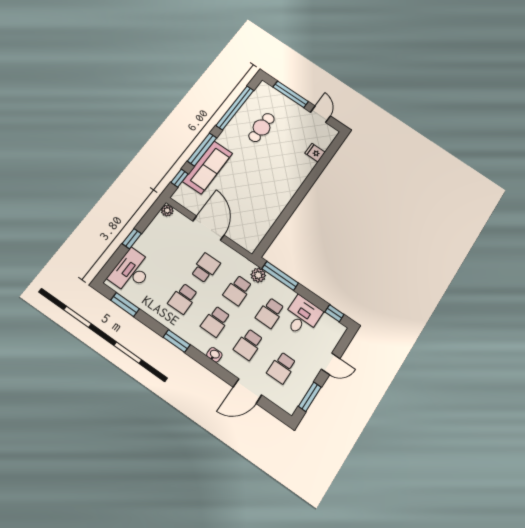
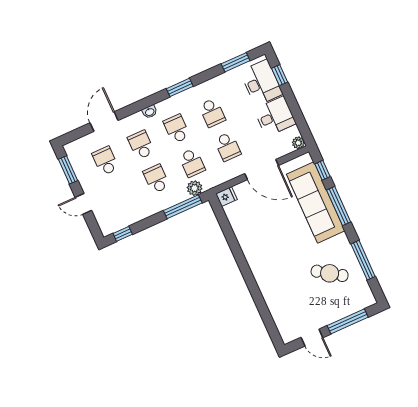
window: (235, 108) -> (363, 260), width x0.68
cafe table: (261, 128) -> (330, 273), turned -56
fridge: (315, 153) -> (226, 197), moved
sofa: (208, 167) -> (316, 203), width x1.36, depth x1.27
window: (132, 239) -> (280, 75), moved
school desk: (238, 290) -> (192, 163), turned 180
school desk: (183, 299) -> (212, 113), turned 180
desk: (302, 316) -> (275, 116), moved, turned -90
door: (331, 364) -> (83, 204), hinge flipped

